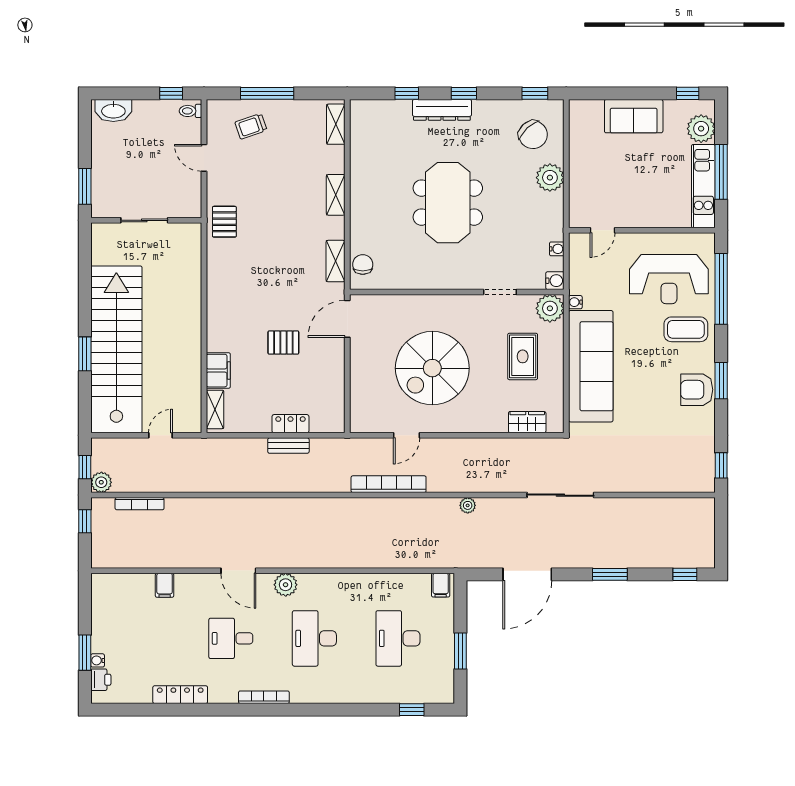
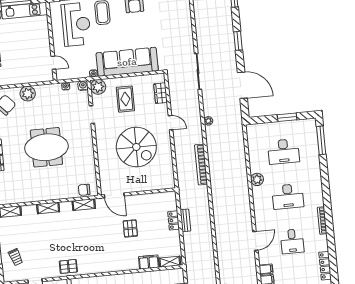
rug: (523, 356) -> (125, 99), turned 90
door: (407, 435) -> (170, 123), moved
plant: (286, 585) -> (257, 179), moved
filing cabinet: (441, 585) -> (266, 269), moved
window: (412, 710) -> (321, 140), width x2.17

